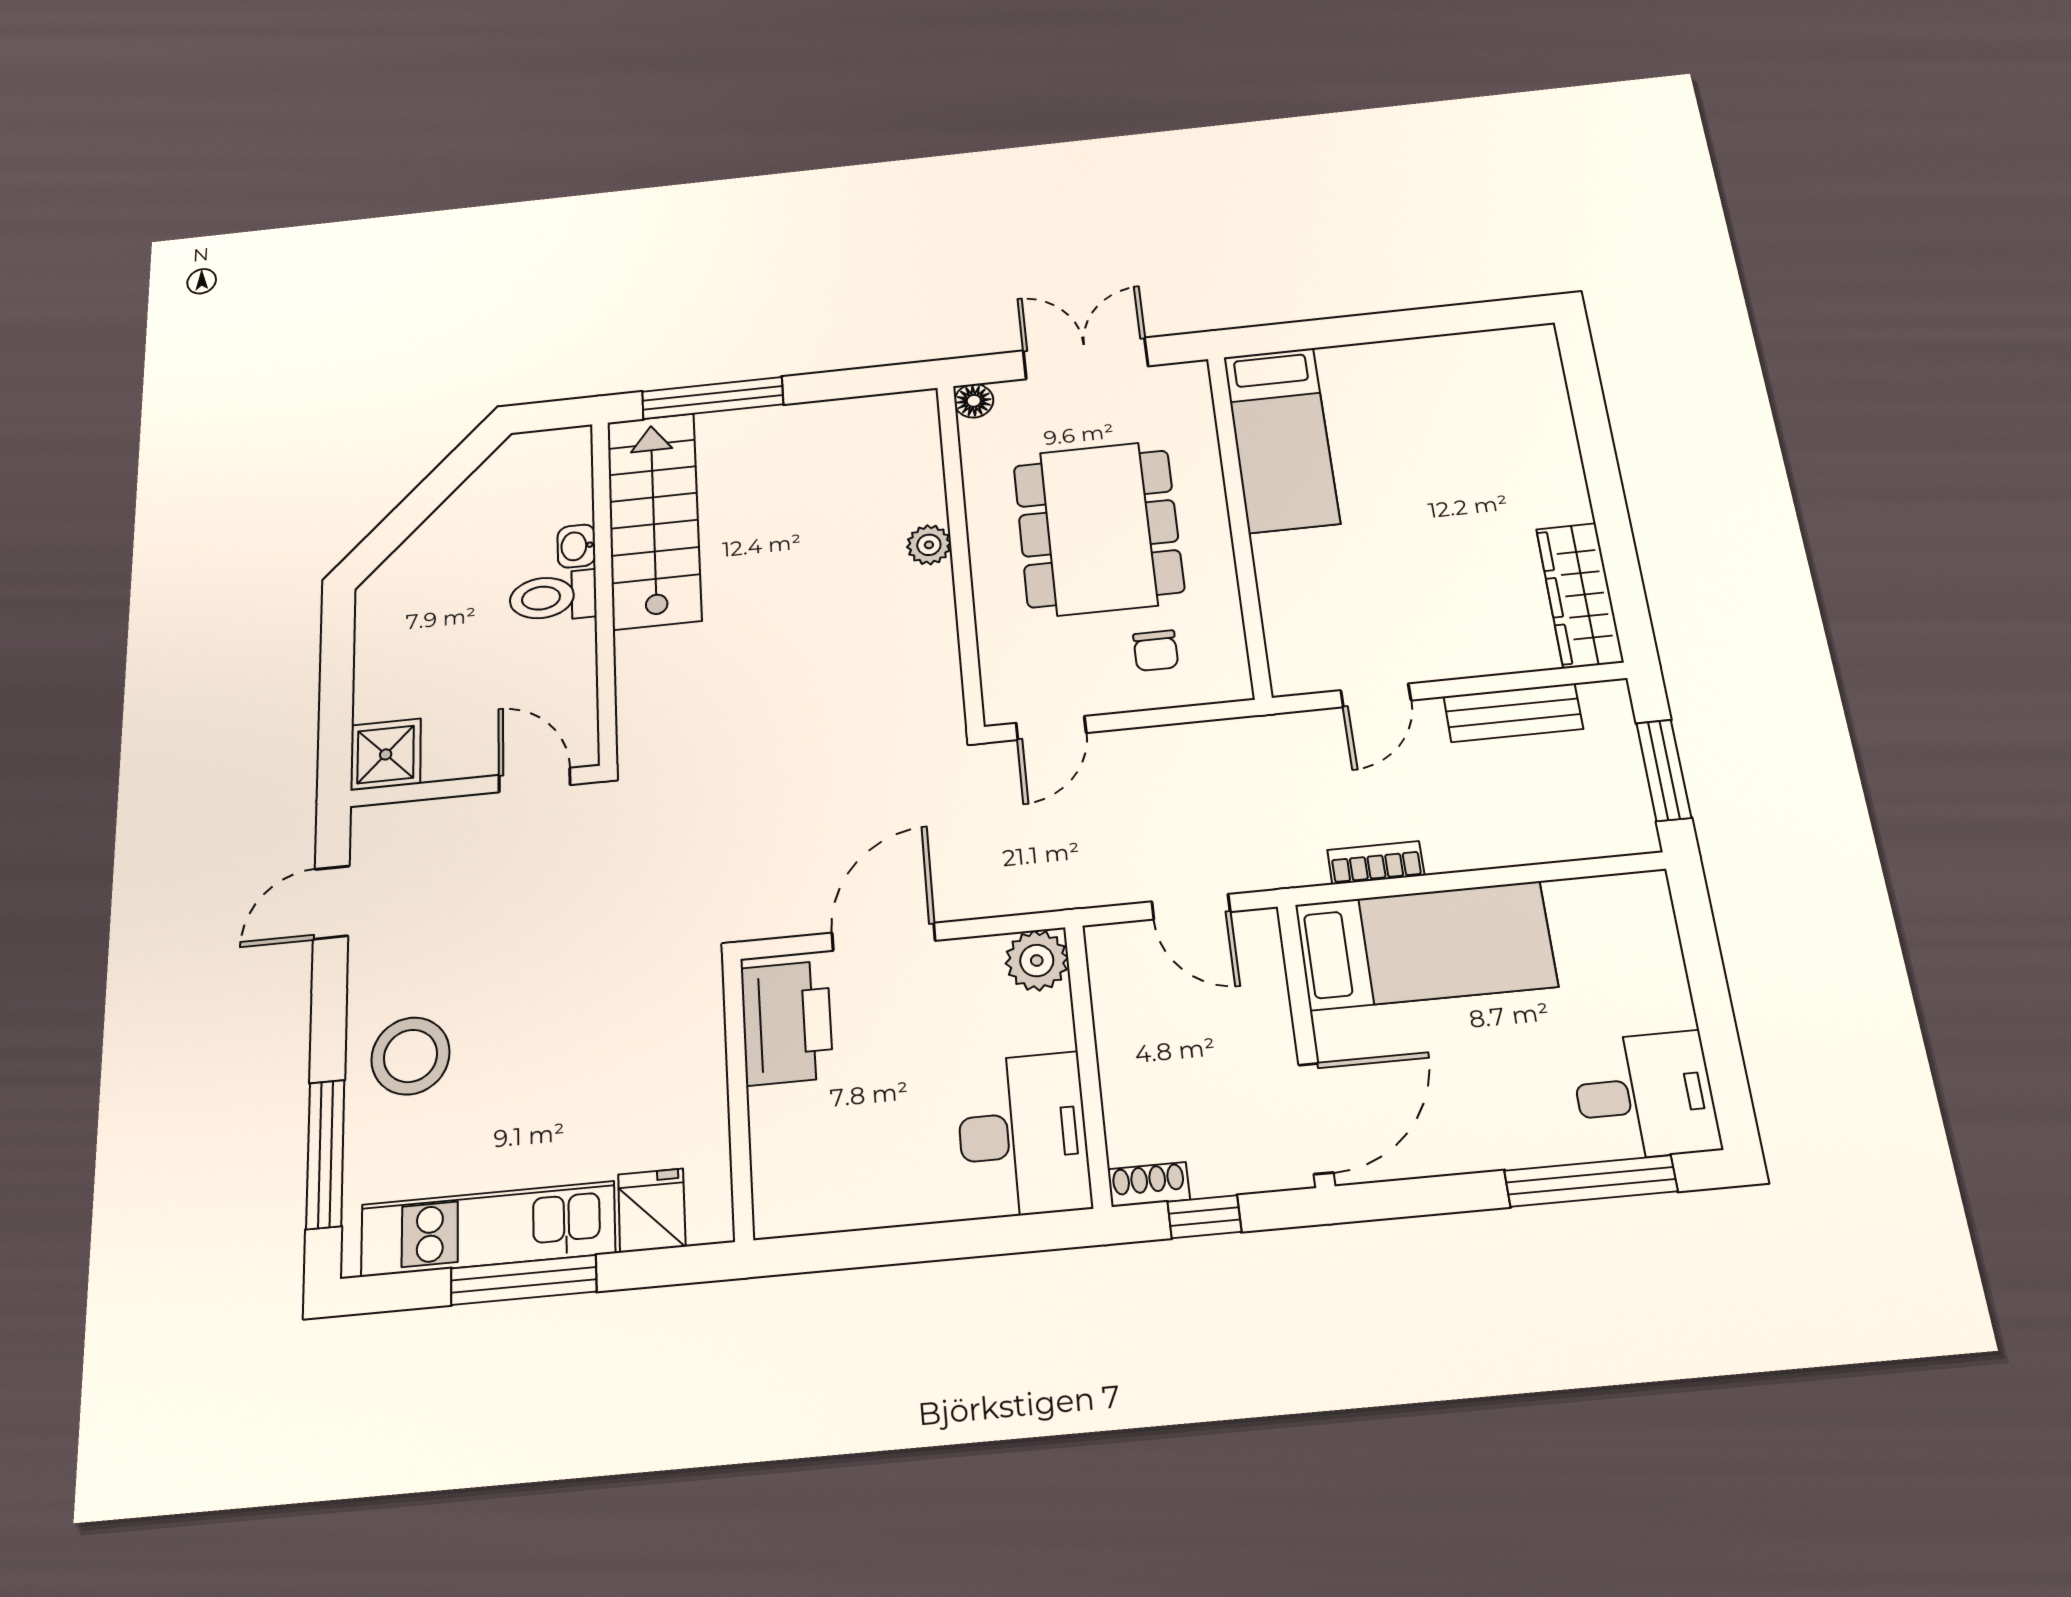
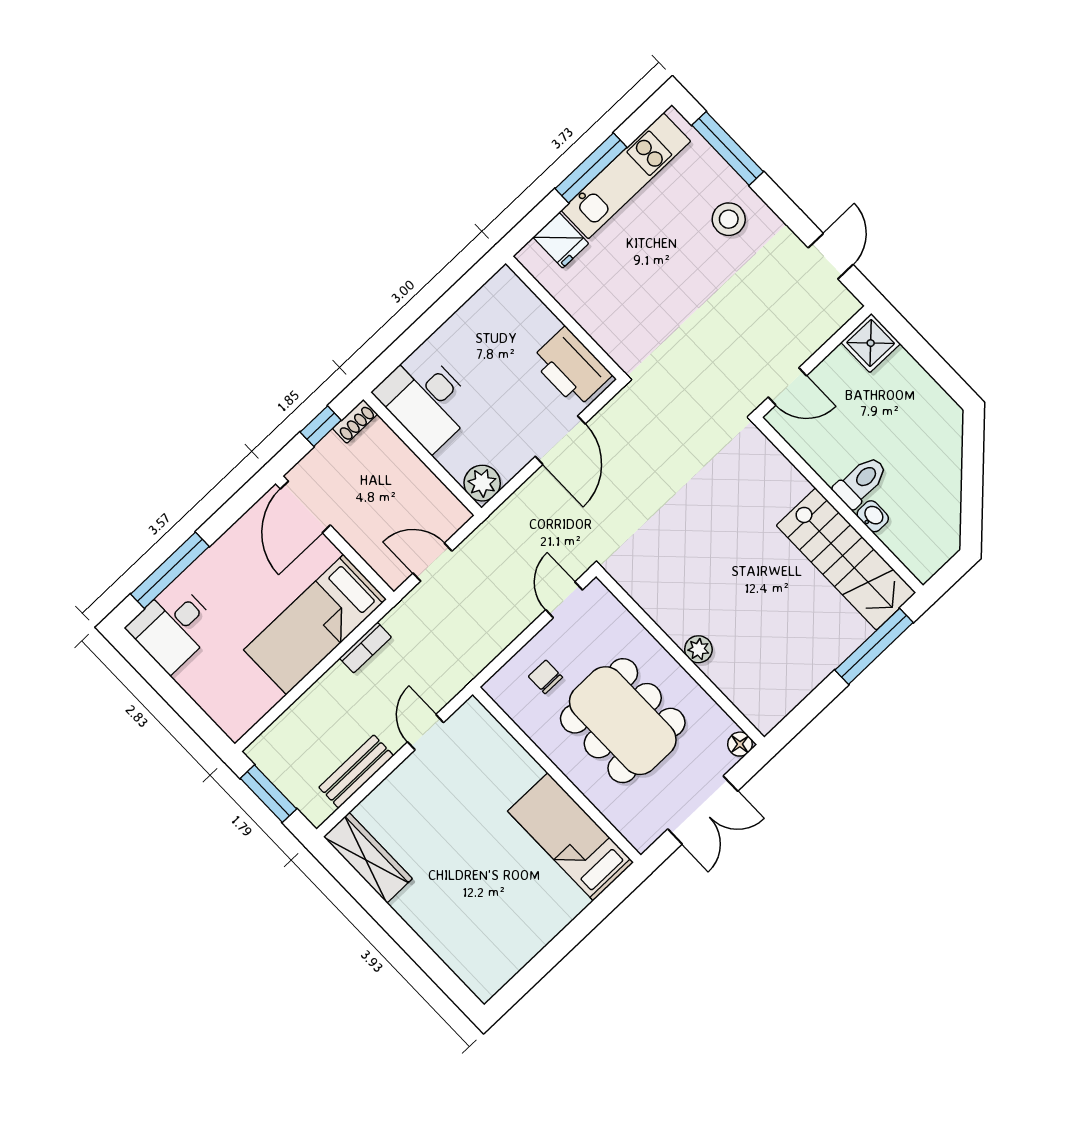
stool: (411, 1056) -> (729, 219), width x0.73, depth x0.73

